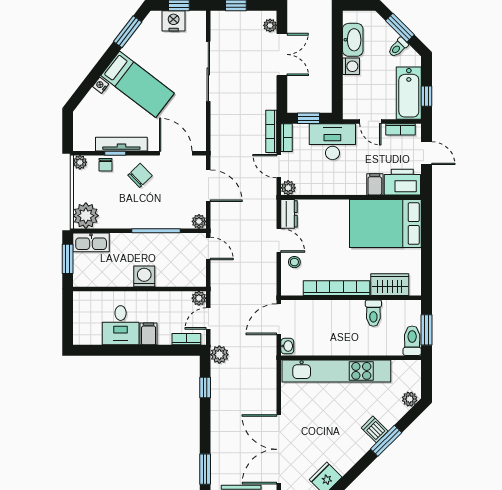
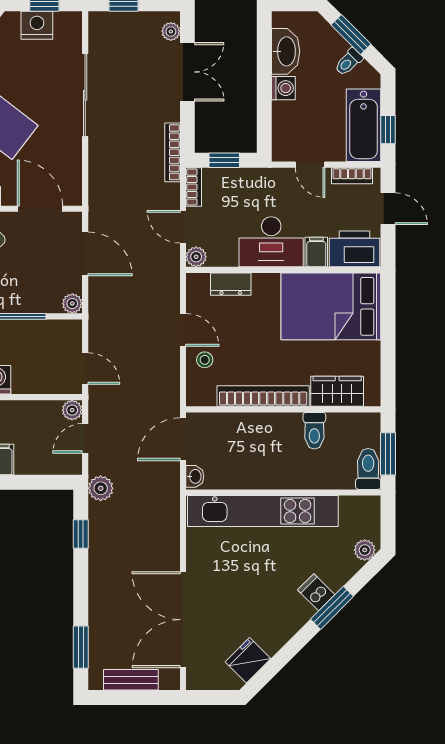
bookcase: (271, 131) -> (173, 152), moved
desk: (332, 142) -> (271, 242), moved, turned 180
dresser: (289, 214) -> (231, 284), moved, turned 90
door: (208, 248) -> (85, 368), moved
bookcase: (186, 339) -> (55, 467), removed

